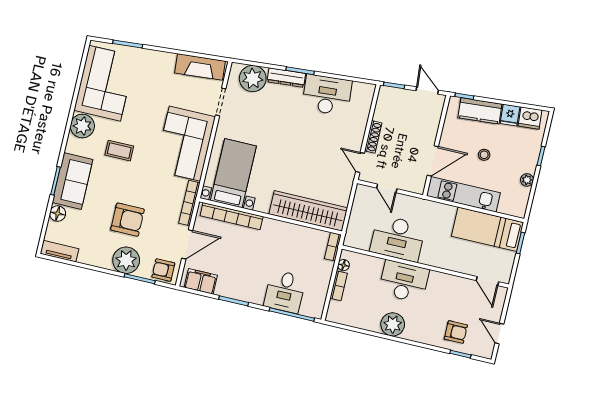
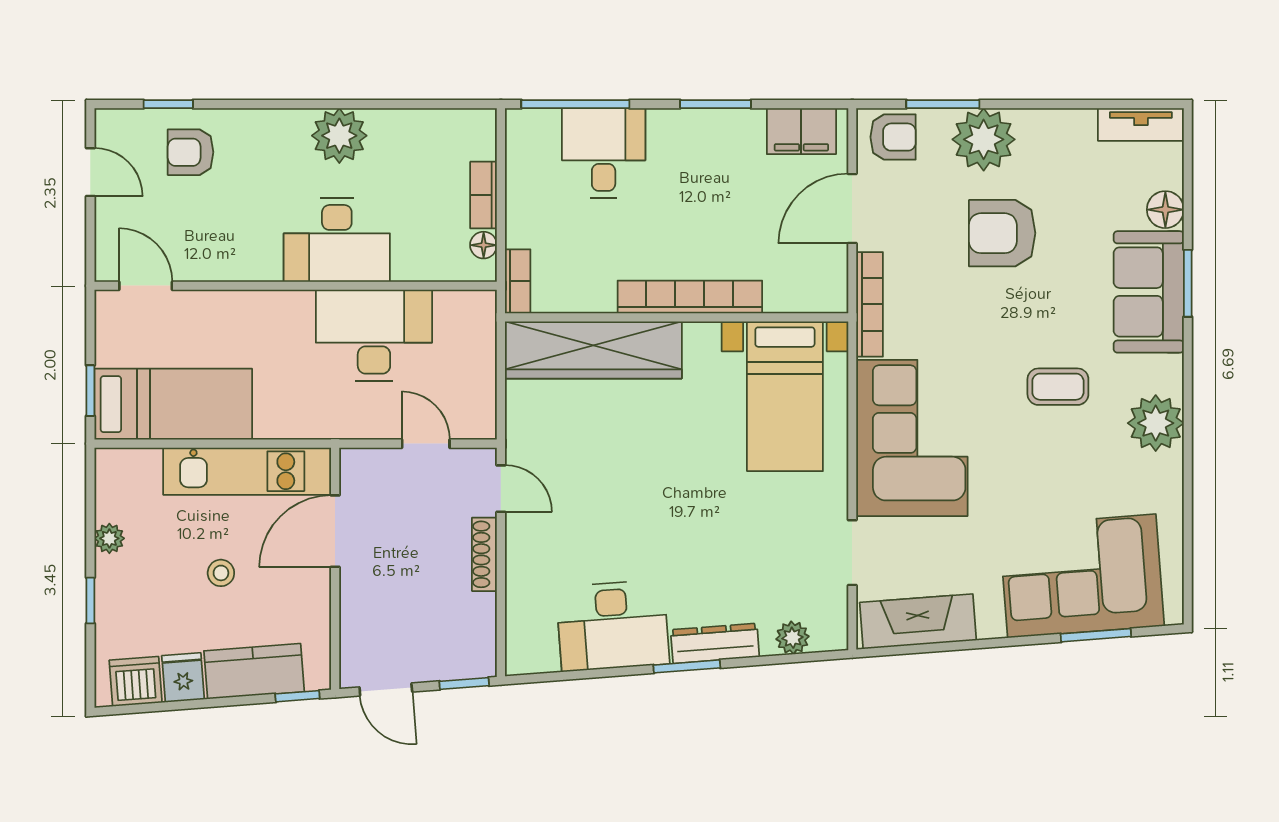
plant: (253, 79) -> (792, 638), width x0.53, depth x0.53
corner sofa: (105, 83) -> (1082, 576), moved, turned 86
bookcase: (232, 216) -> (690, 297), moved

